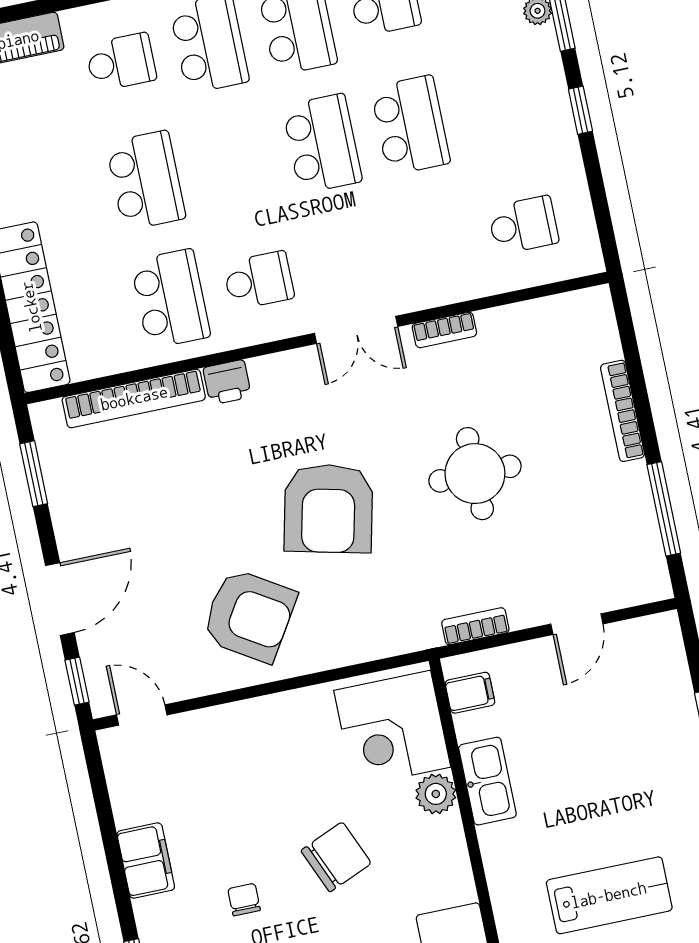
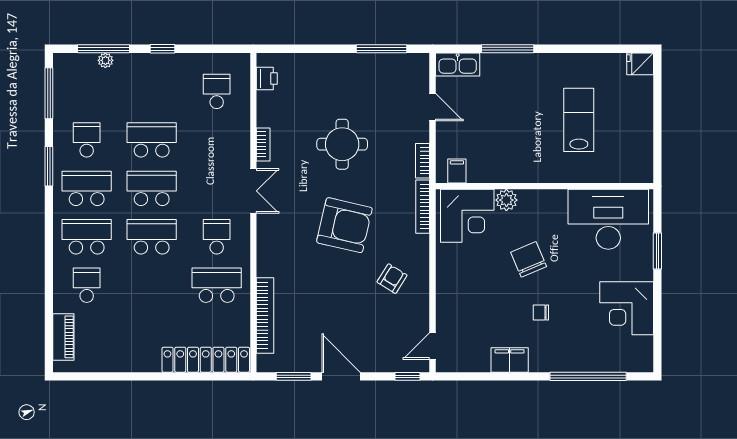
school desk: (146, 180) -> (152, 237), moved
printer: (227, 382) -> (267, 79), moved
bookcase: (623, 411) -> (423, 207), moved, turned 90
door: (60, 599) -> (341, 376), moved
armchair: (249, 615) -> (392, 279), width x0.53, depth x0.53
kitchen sink: (487, 781) -> (458, 64), moved, turned 180

